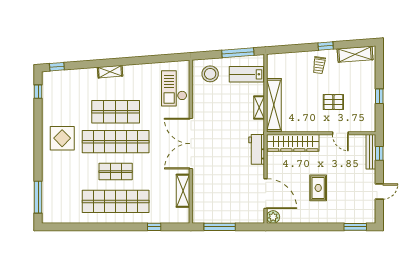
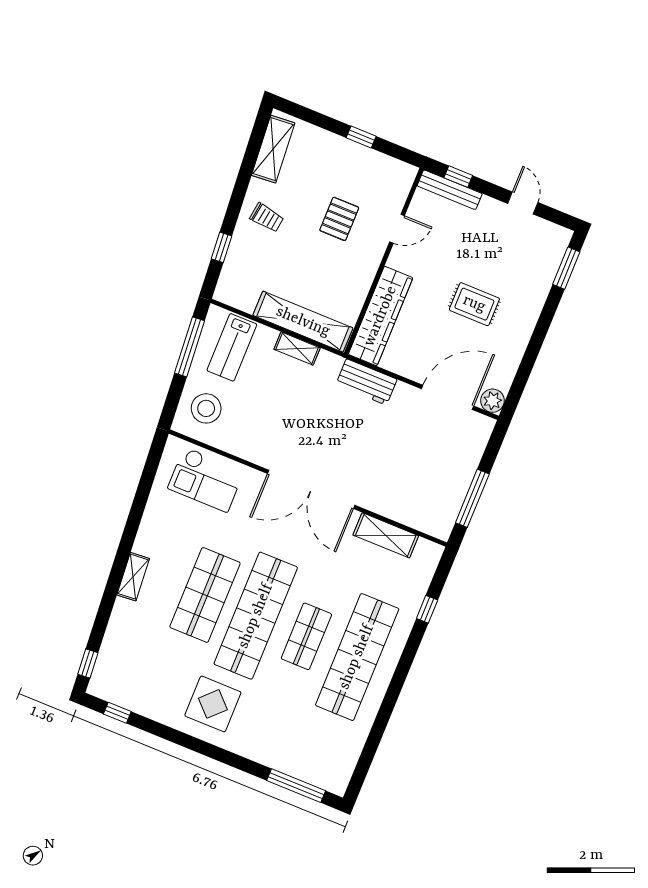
window: (326, 46) -> (221, 247), moved

